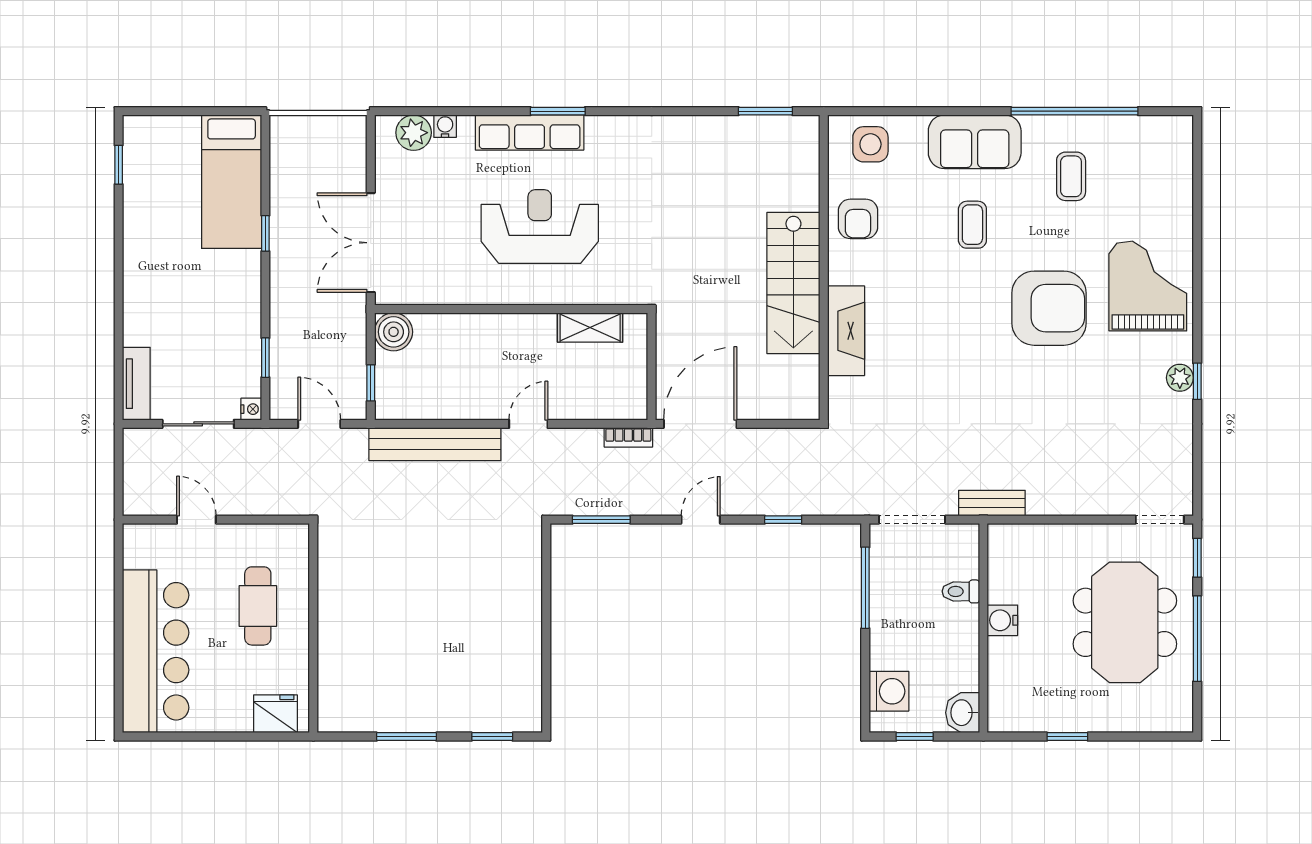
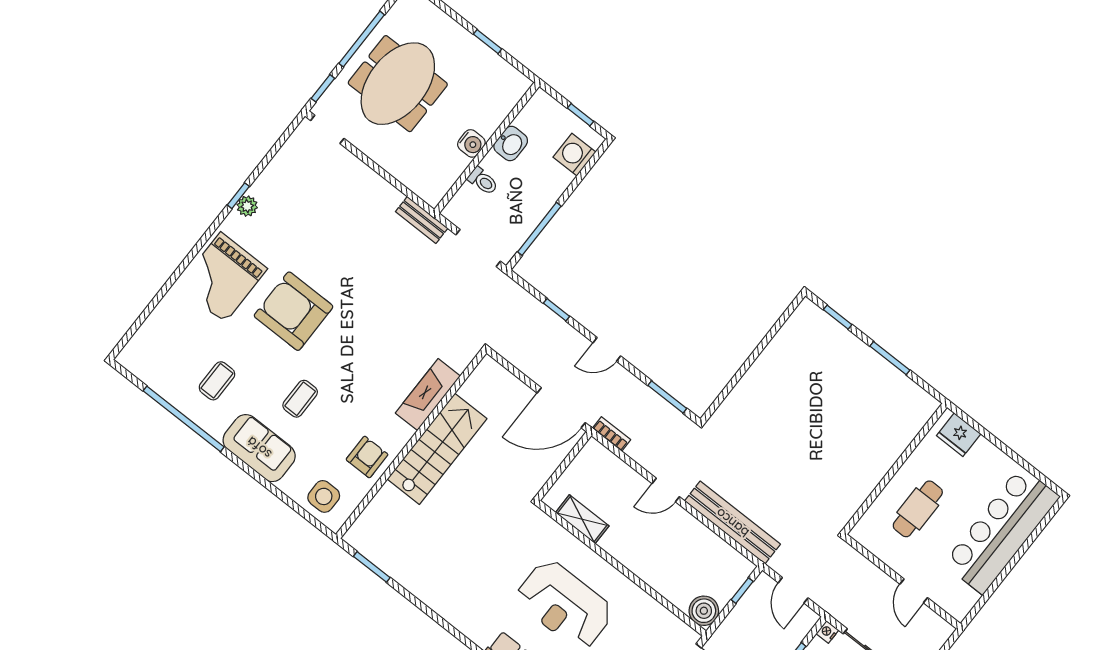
washbasin: (963, 713) -> (511, 143), moved

